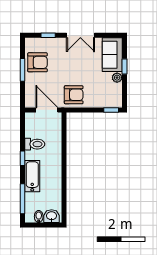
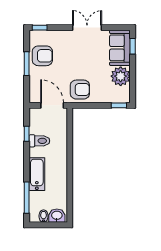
window: (48, 35) -> (40, 28), moved
double door: (80, 35) -> (87, 28), swing flipped
window: (124, 67) -> (133, 46), moved
plant: (117, 78) -> (121, 76), width x1.88, depth x1.88
window: (22, 158) -> (27, 134), moved

